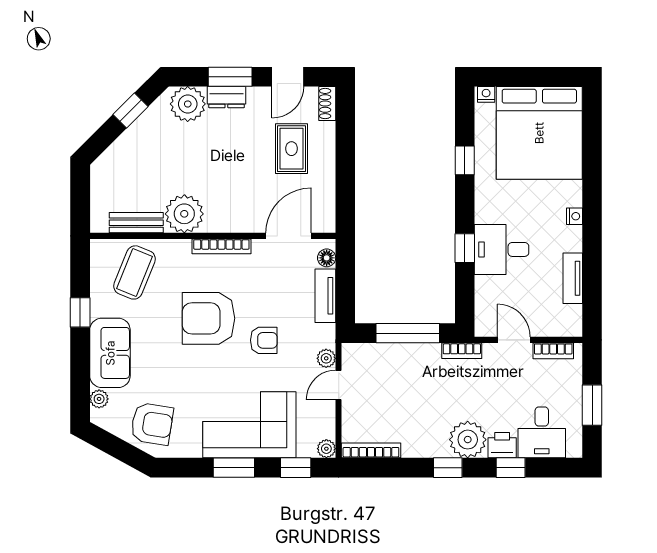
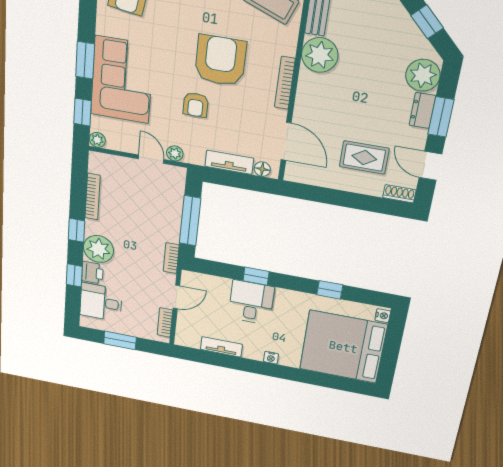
bookcase: (371, 450) -> (93, 197), moved

